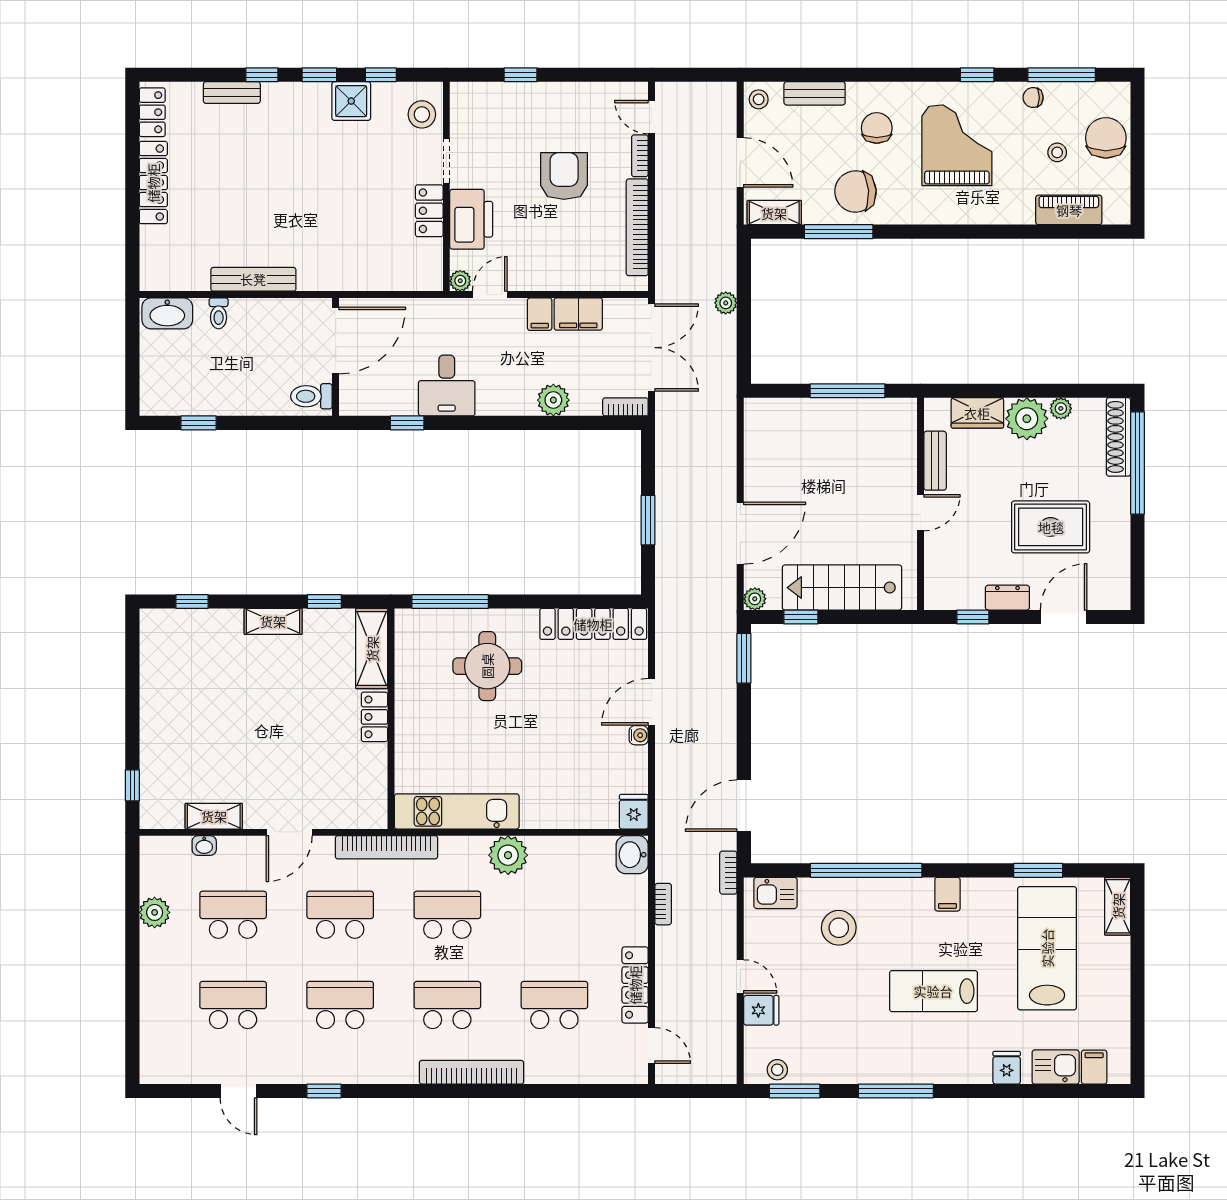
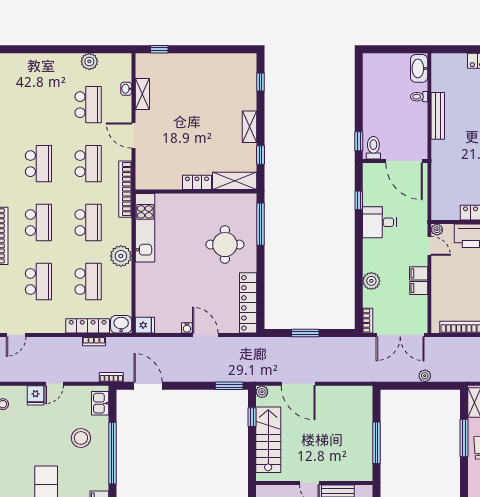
filing cabinet: (578, 314) -> (419, 288), width x0.50
window: (198, 423) -> (359, 141), moved
locker: (635, 985) -> (88, 326), moved
school desk: (233, 1005) -> (88, 281), moved

